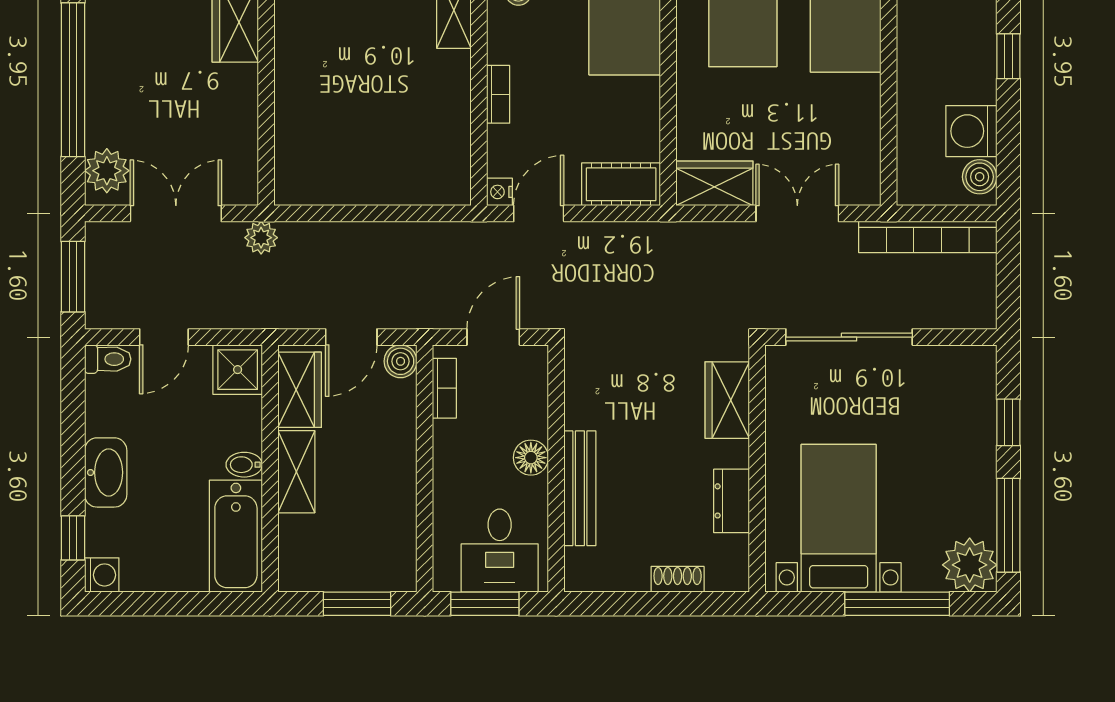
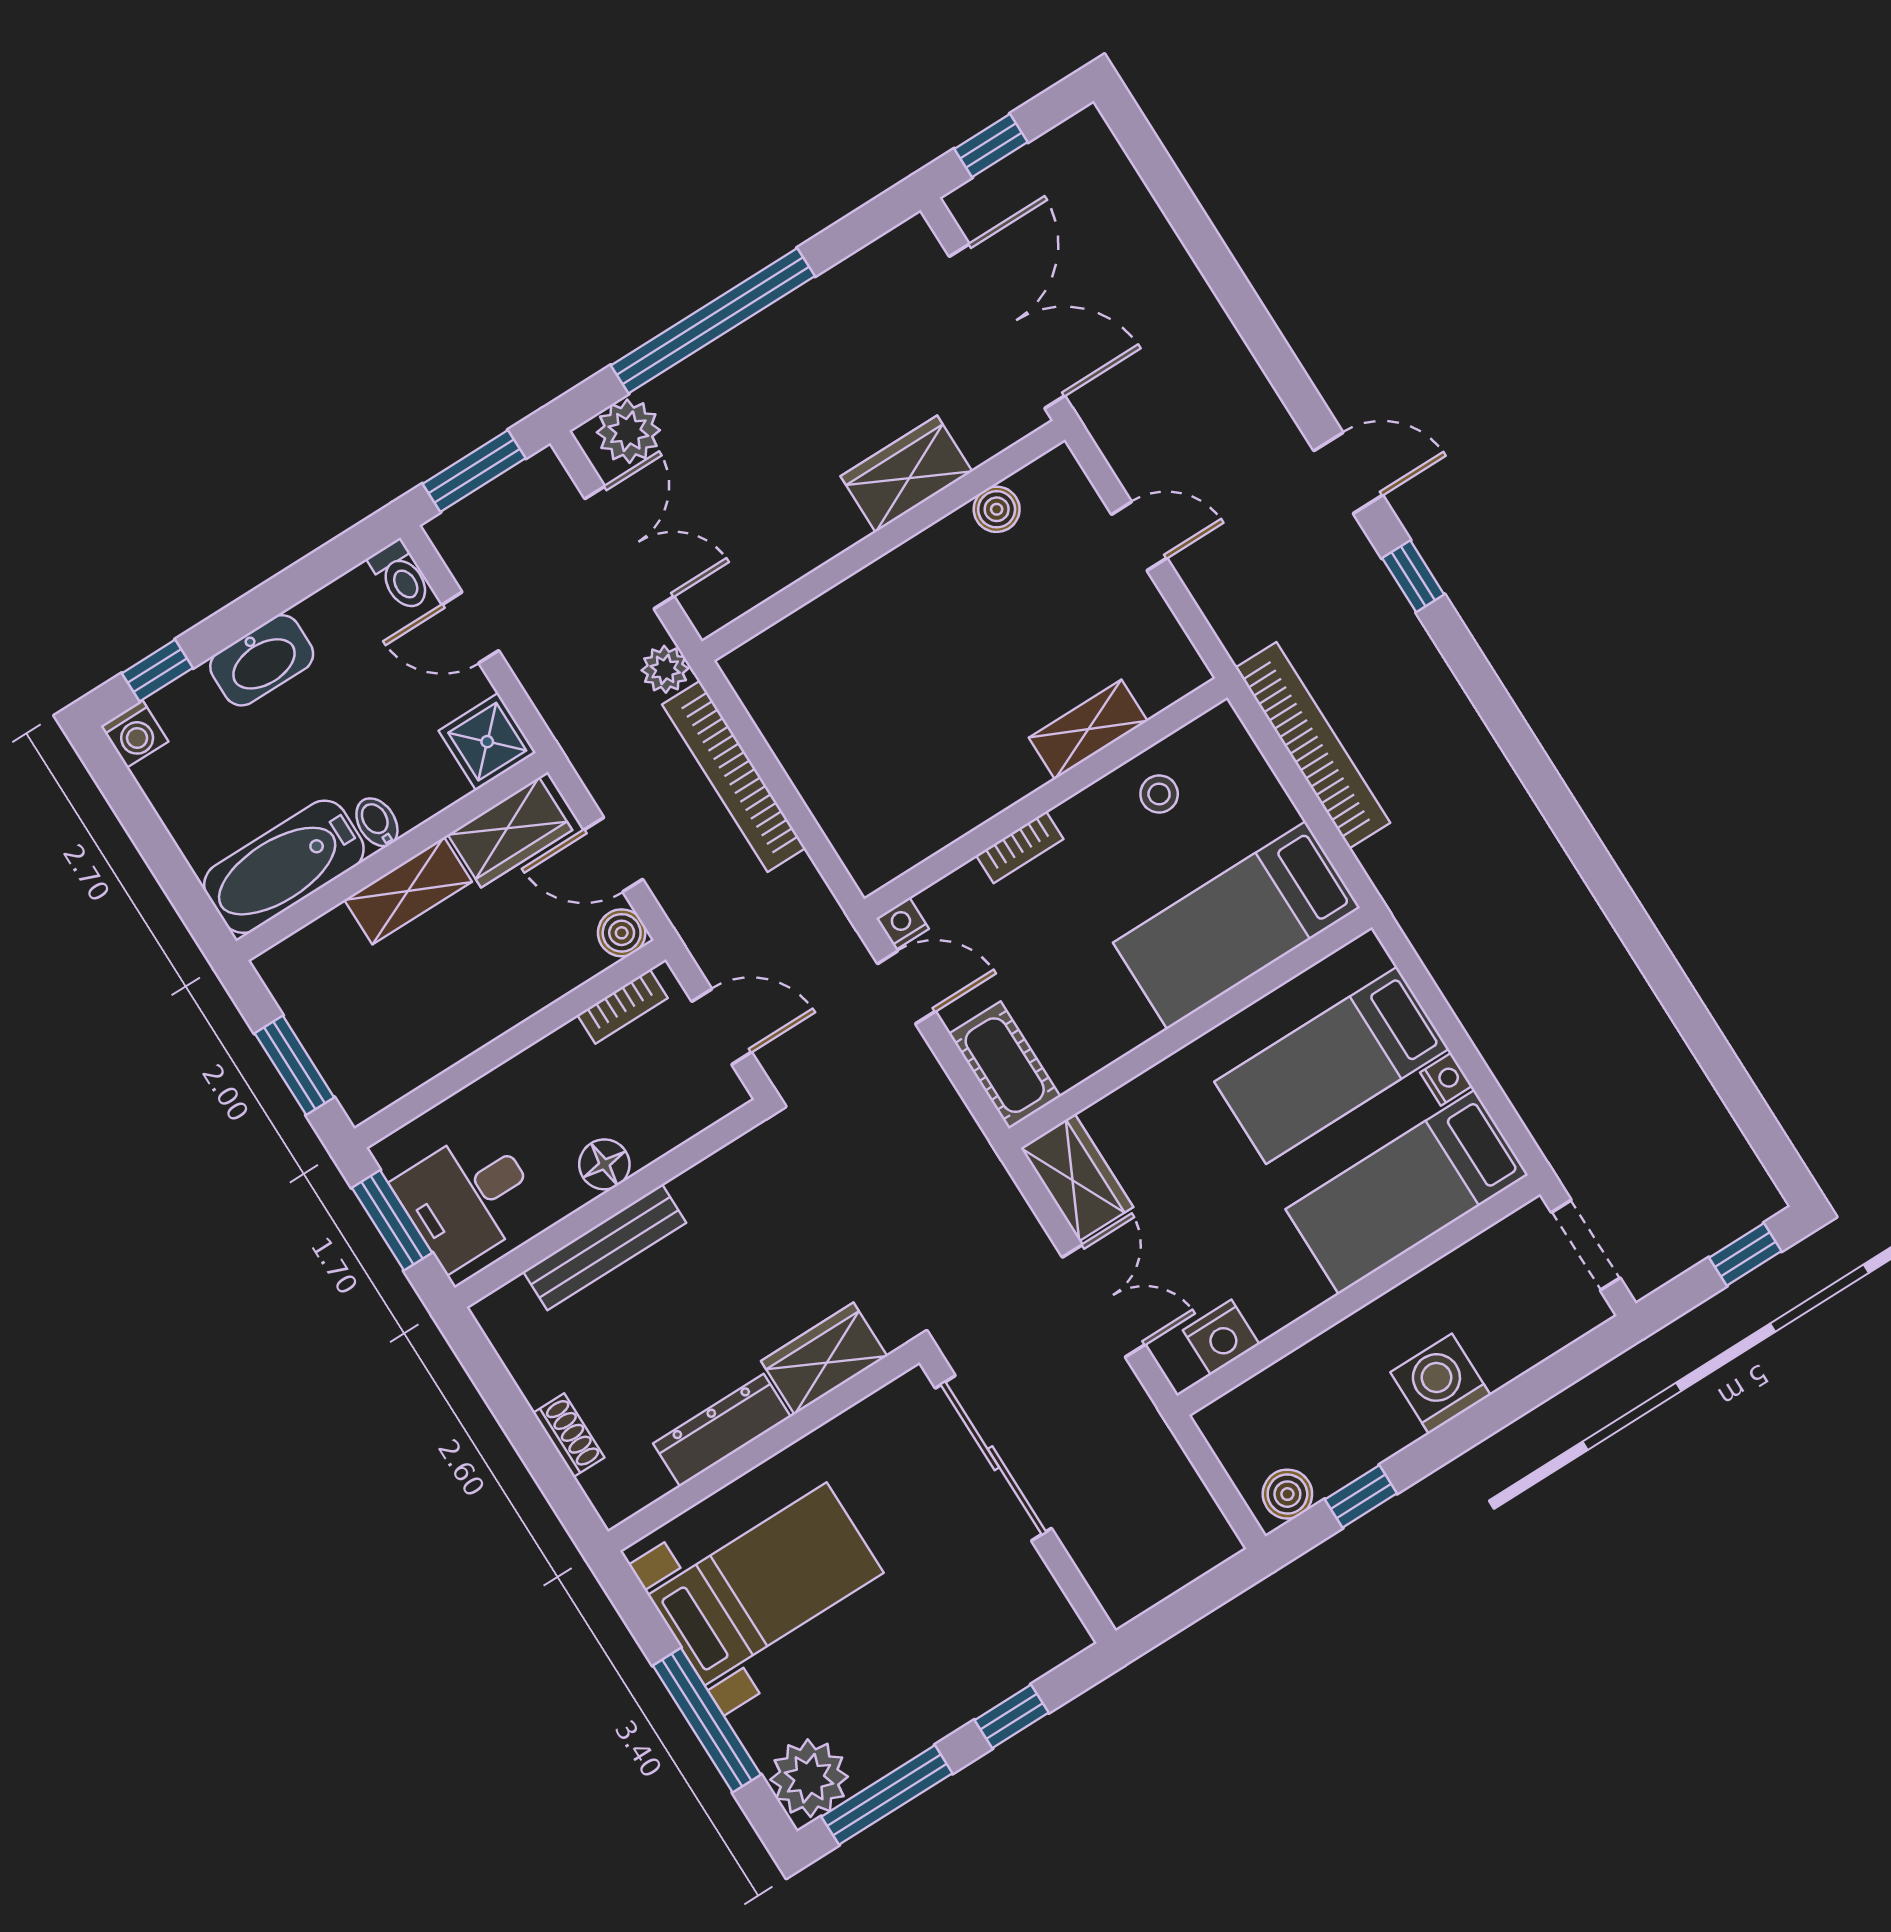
window: (1008, 56) -> (1361, 1496), moved
washing machine: (971, 131) -> (1440, 1384), moved
nightstand: (862, 158) -> (1221, 1337), added
bookcase: (928, 237) -> (734, 776), moved
dresser: (732, 501) -> (722, 1430), width x1.44

